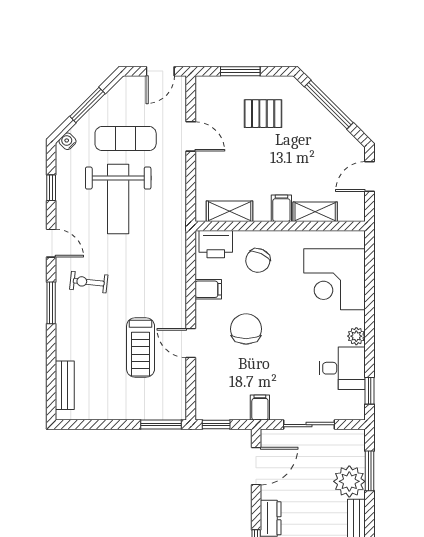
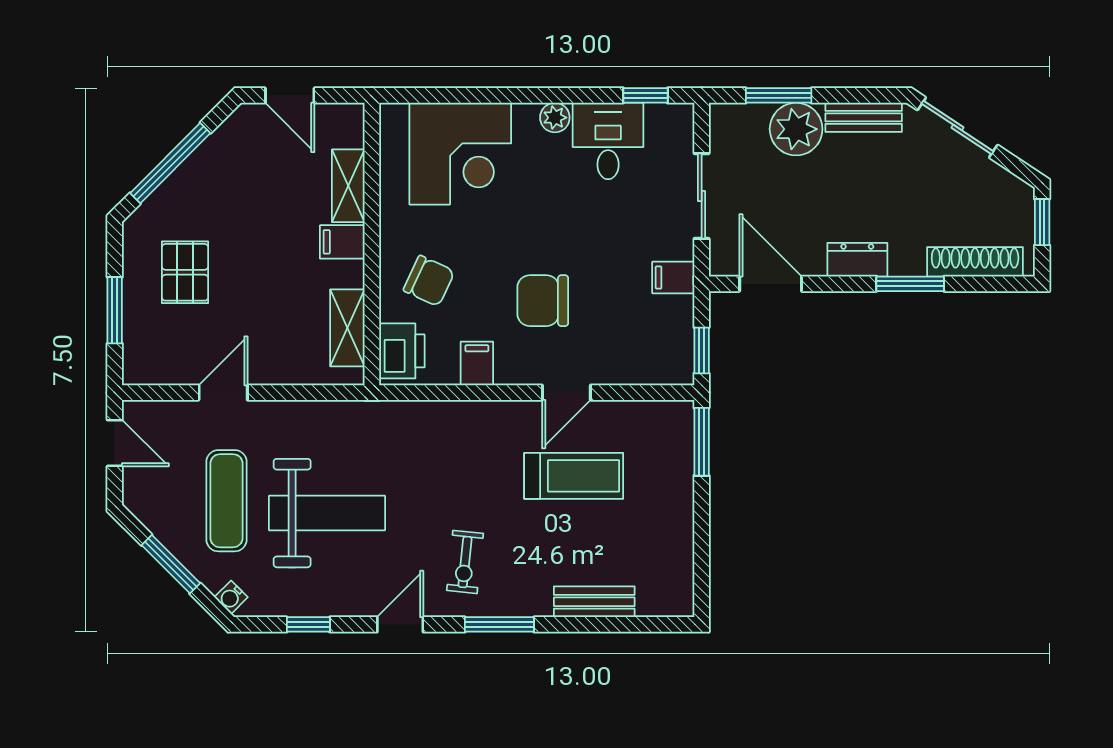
bench: (65, 385) -> (594, 602), moved

